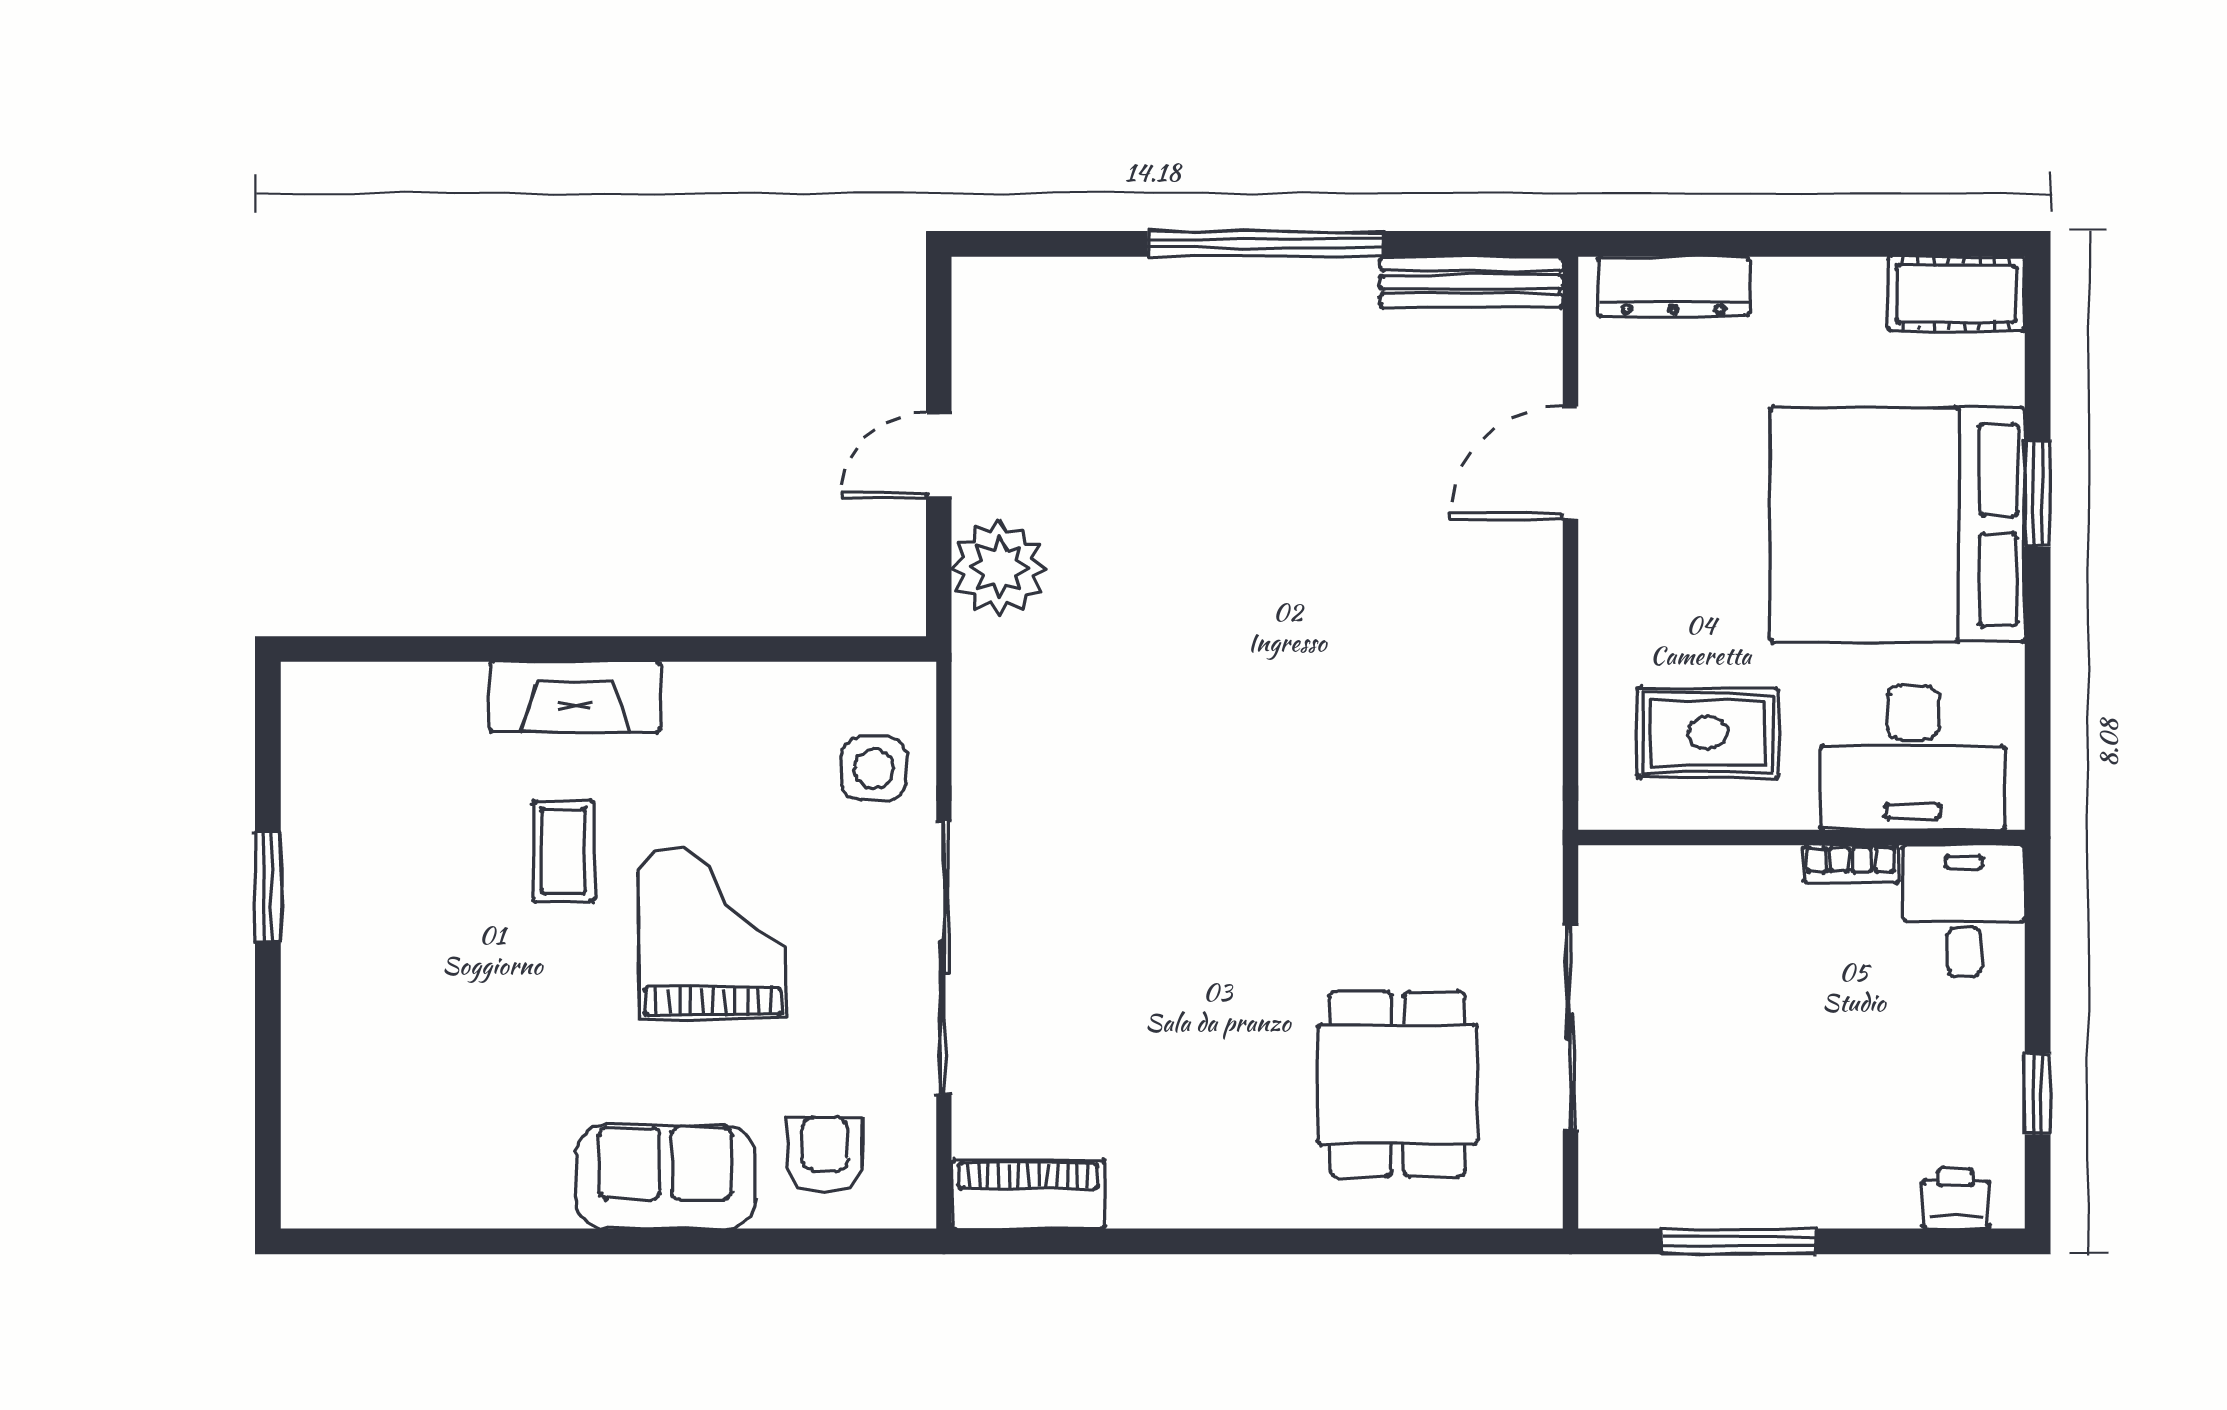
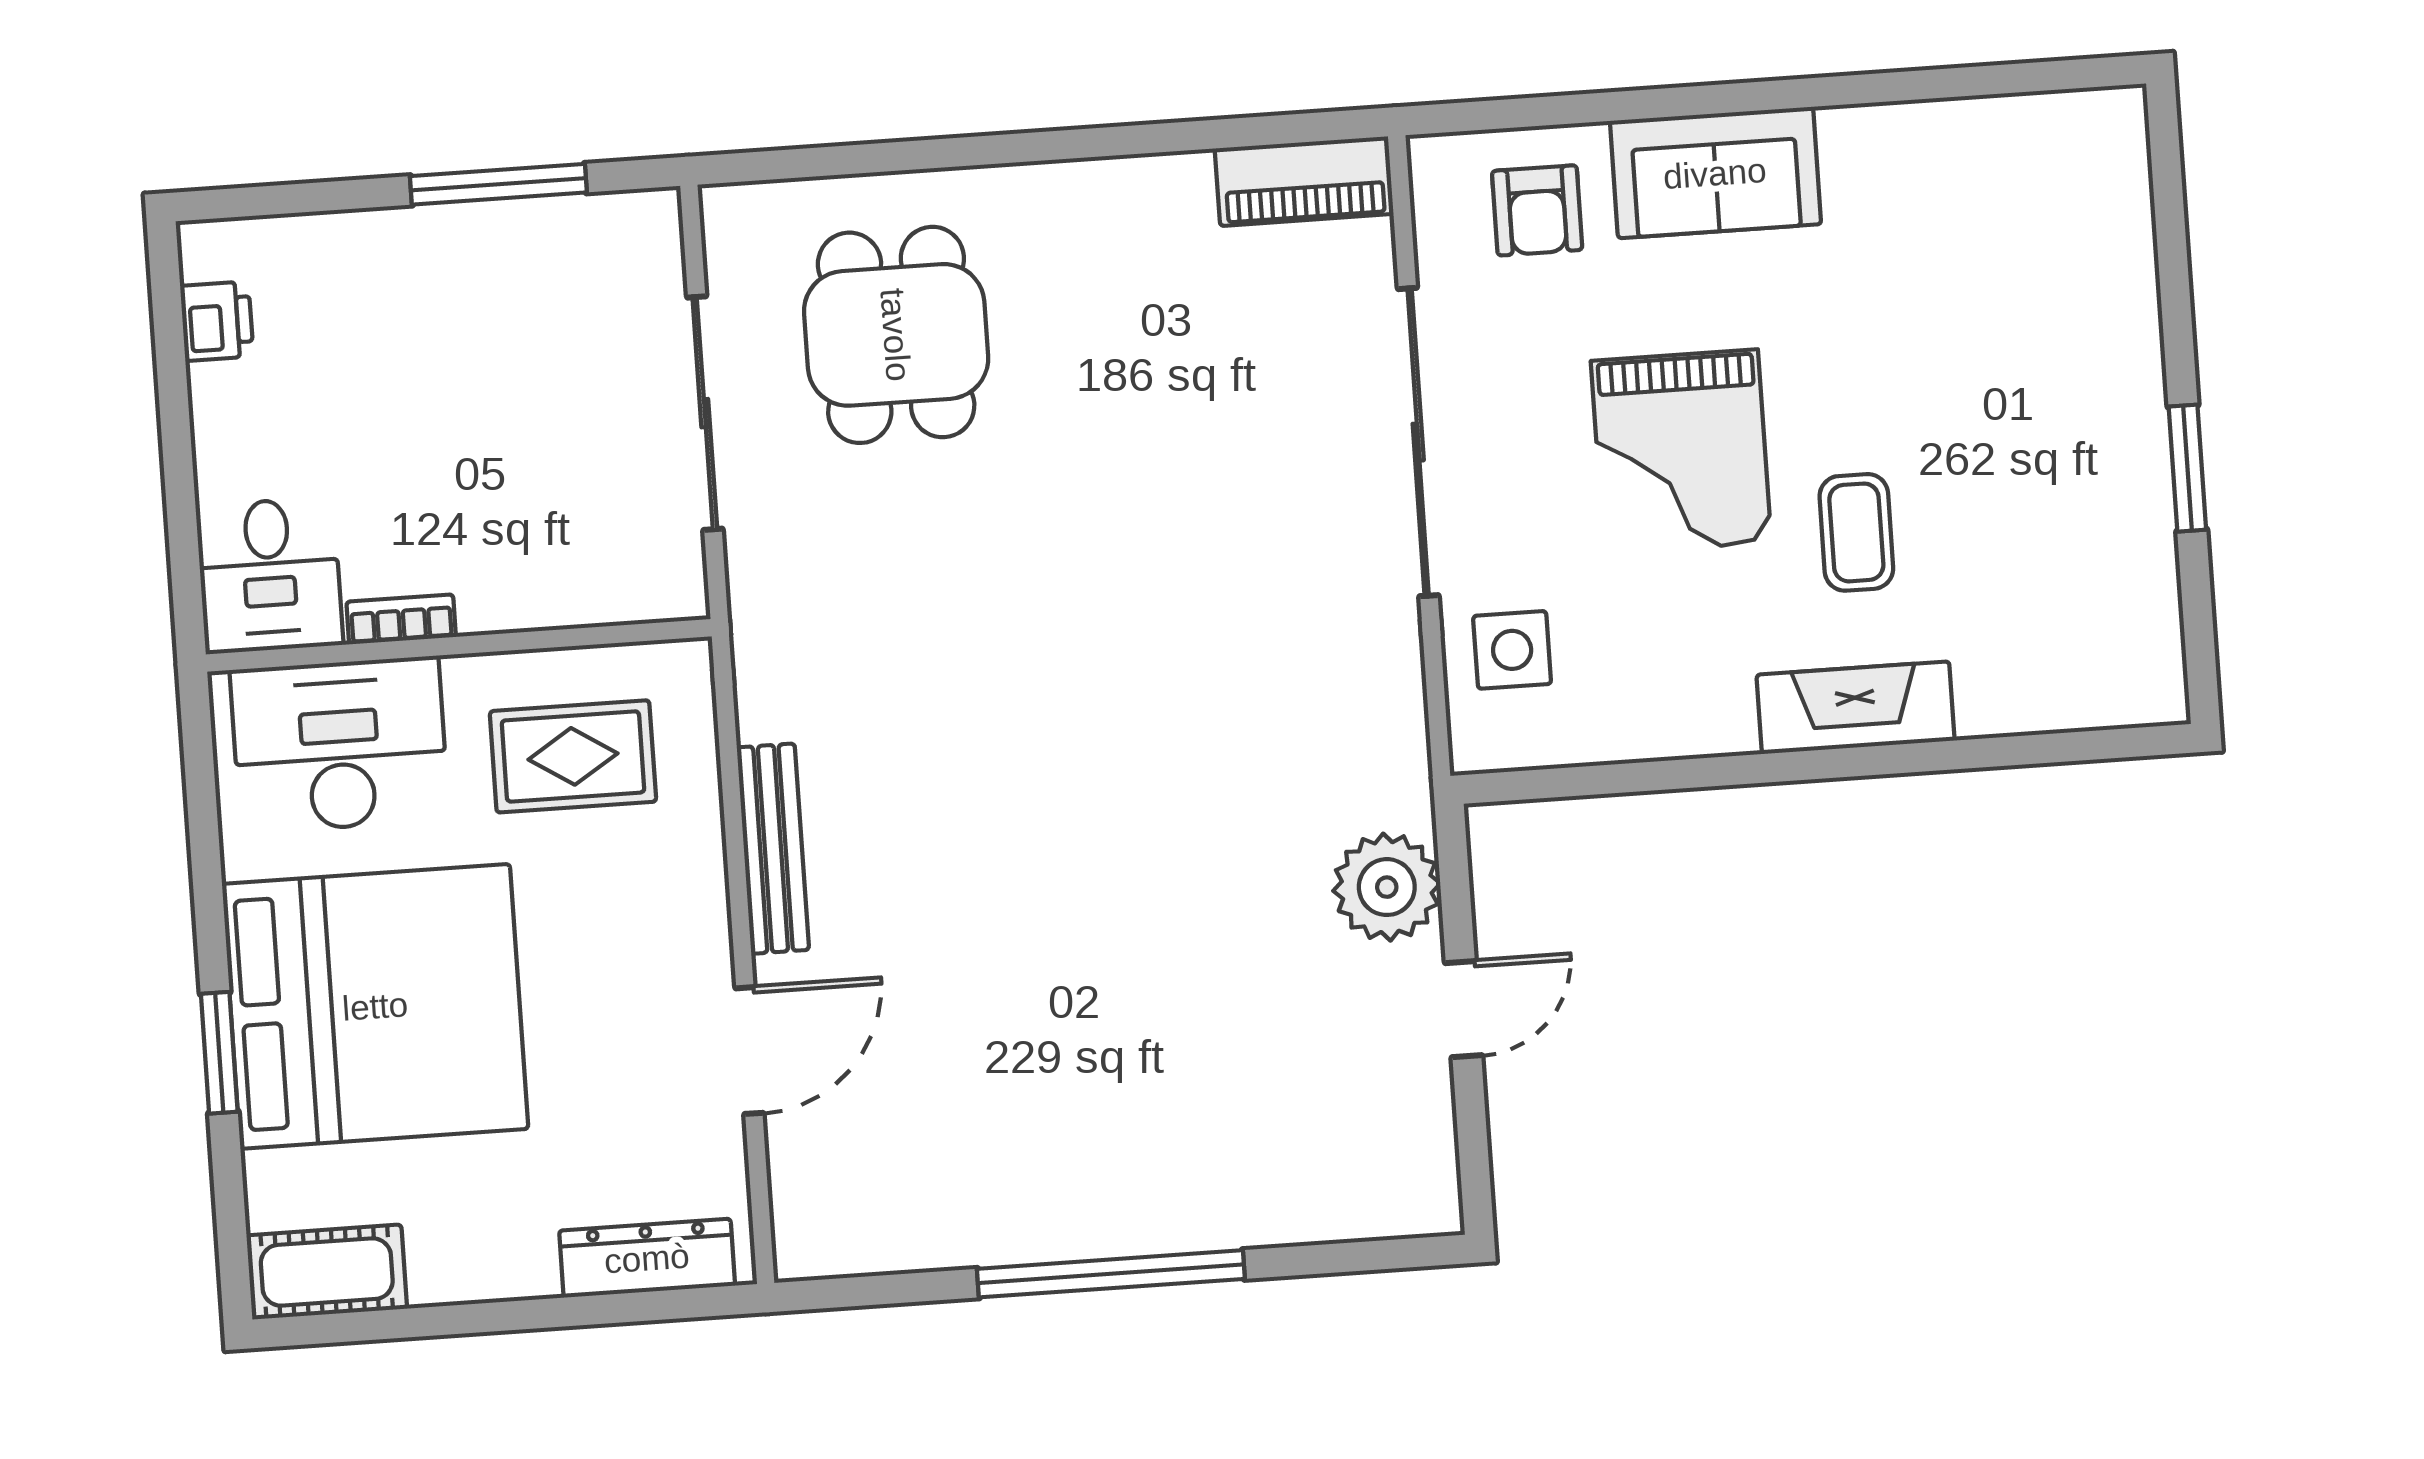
bench: (1472, 282) -> (773, 849), moved, turned 90
window: (2038, 1094) -> (172, 374), removed
printer: (1956, 1198) -> (217, 321), moved, turned -90

